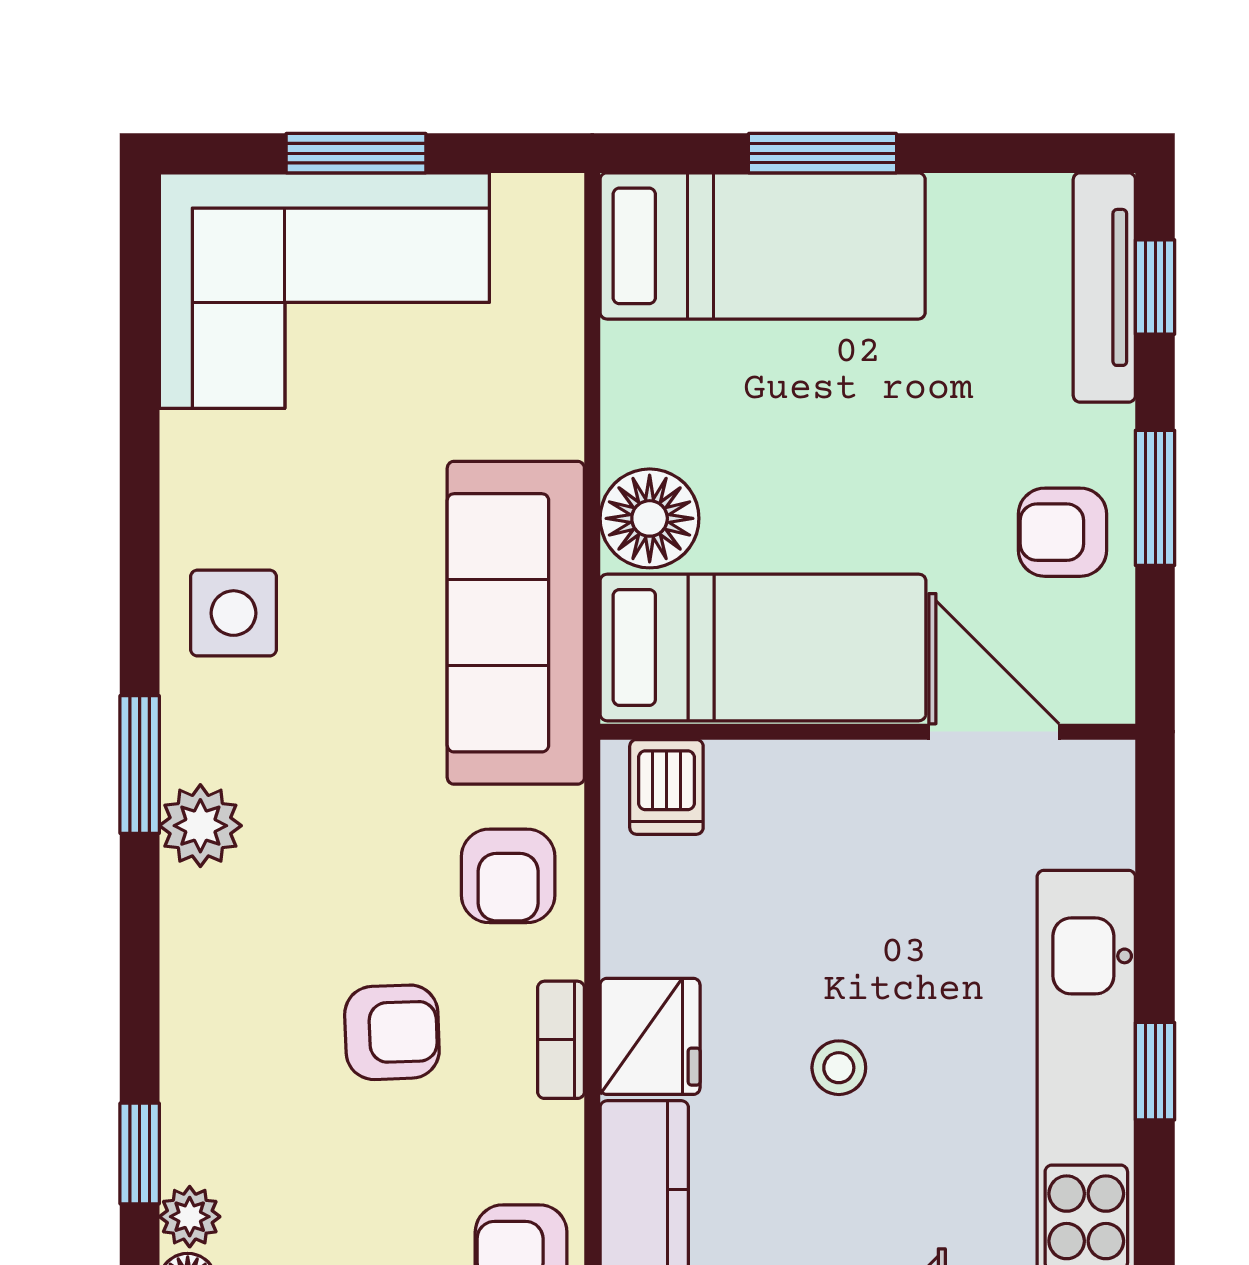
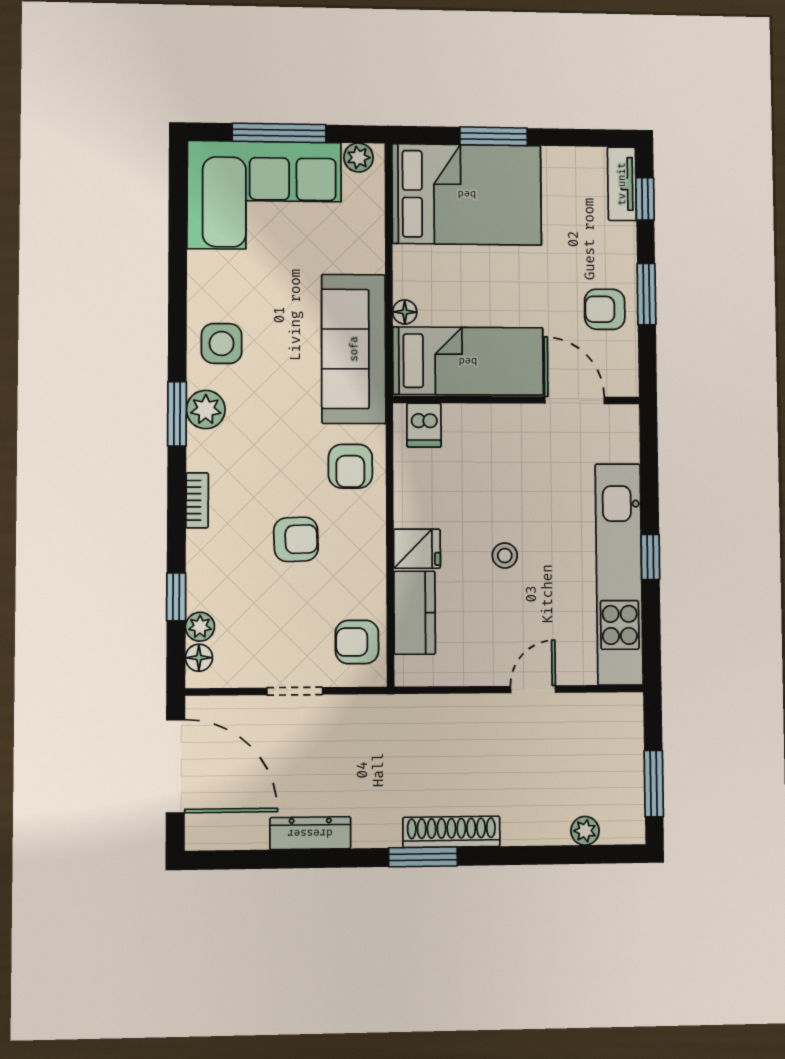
window: (356, 153) -> (279, 133), width x1.44
plant: (528, 205) -> (358, 158), added
bed: (763, 246) -> (467, 194), width x1.50
tv unit: (1104, 287) -> (622, 184), width x0.71
floor lamp: (650, 518) -> (405, 312), width x0.53, depth x0.53
plant: (200, 826) -> (206, 410), moved
fridge: (650, 1036) -> (417, 549), width x0.72
bookcase: (561, 1040) -> (197, 500), moved, turned 180

